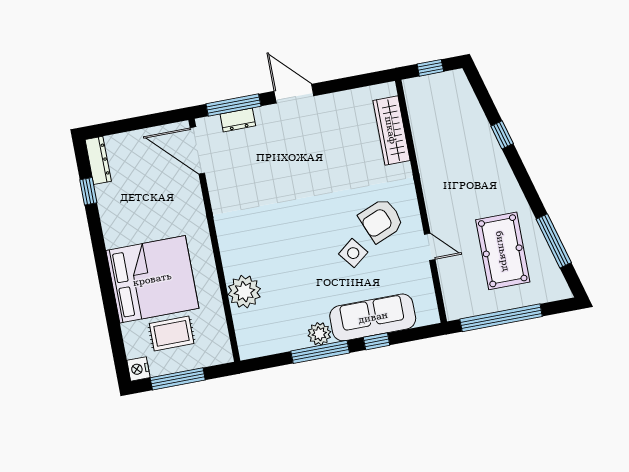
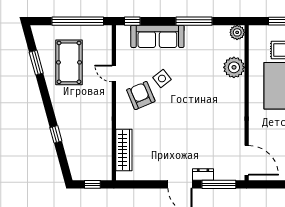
dresser: (238, 120) -> (203, 175), moved
armchair: (381, 220) -> (141, 96), turned -91
window: (554, 241) -> (36, 63), width x0.69
plant: (319, 334) -> (237, 32), moved
window: (377, 341) -> (132, 21), moved

